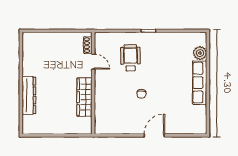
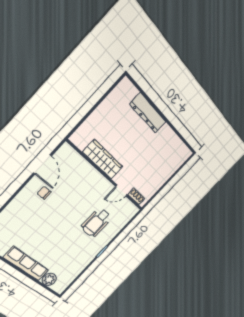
wheelchair: (130, 58) -> (96, 223), turned 91
chair: (141, 94) -> (44, 193), moved
door: (154, 135) -> (42, 164), moved

